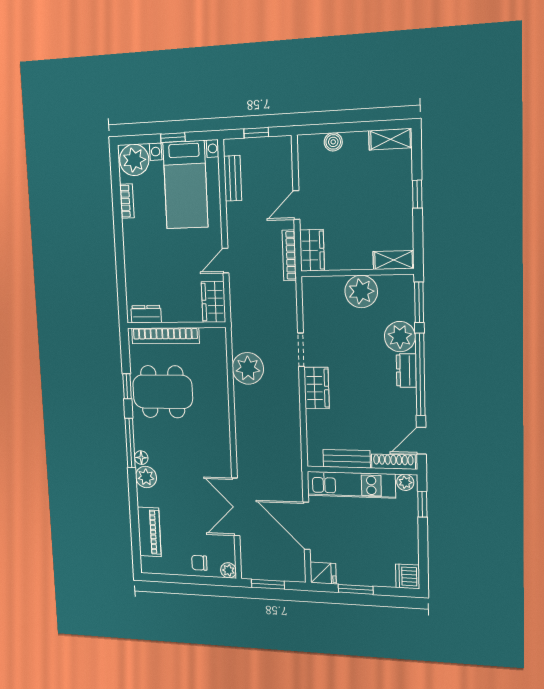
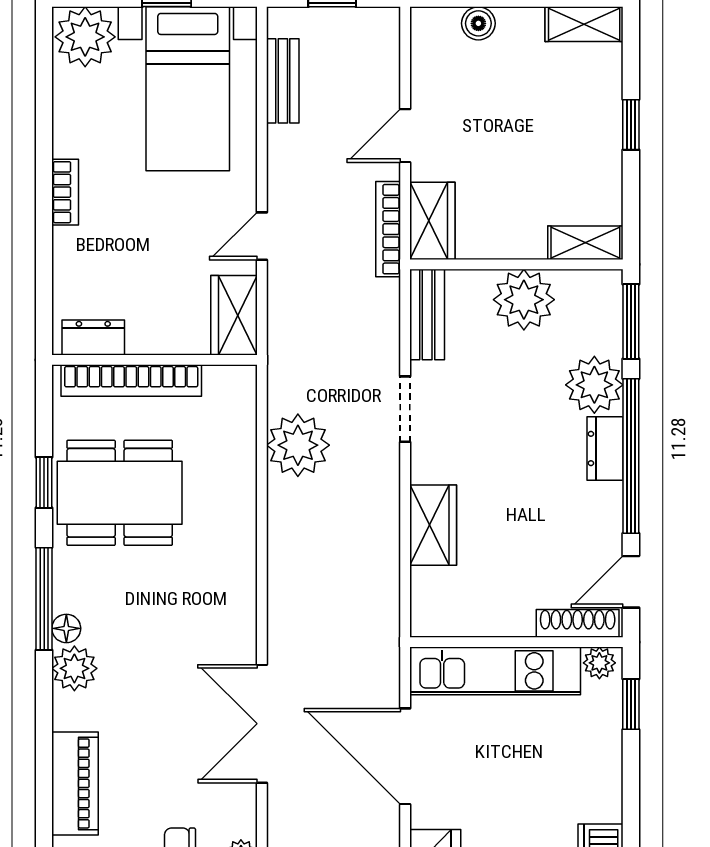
bookcase: (127, 201) -> (65, 192), moved
wardrobe: (317, 388) -> (433, 525), moved
bench: (347, 459) -> (427, 315), moved, turned 90

